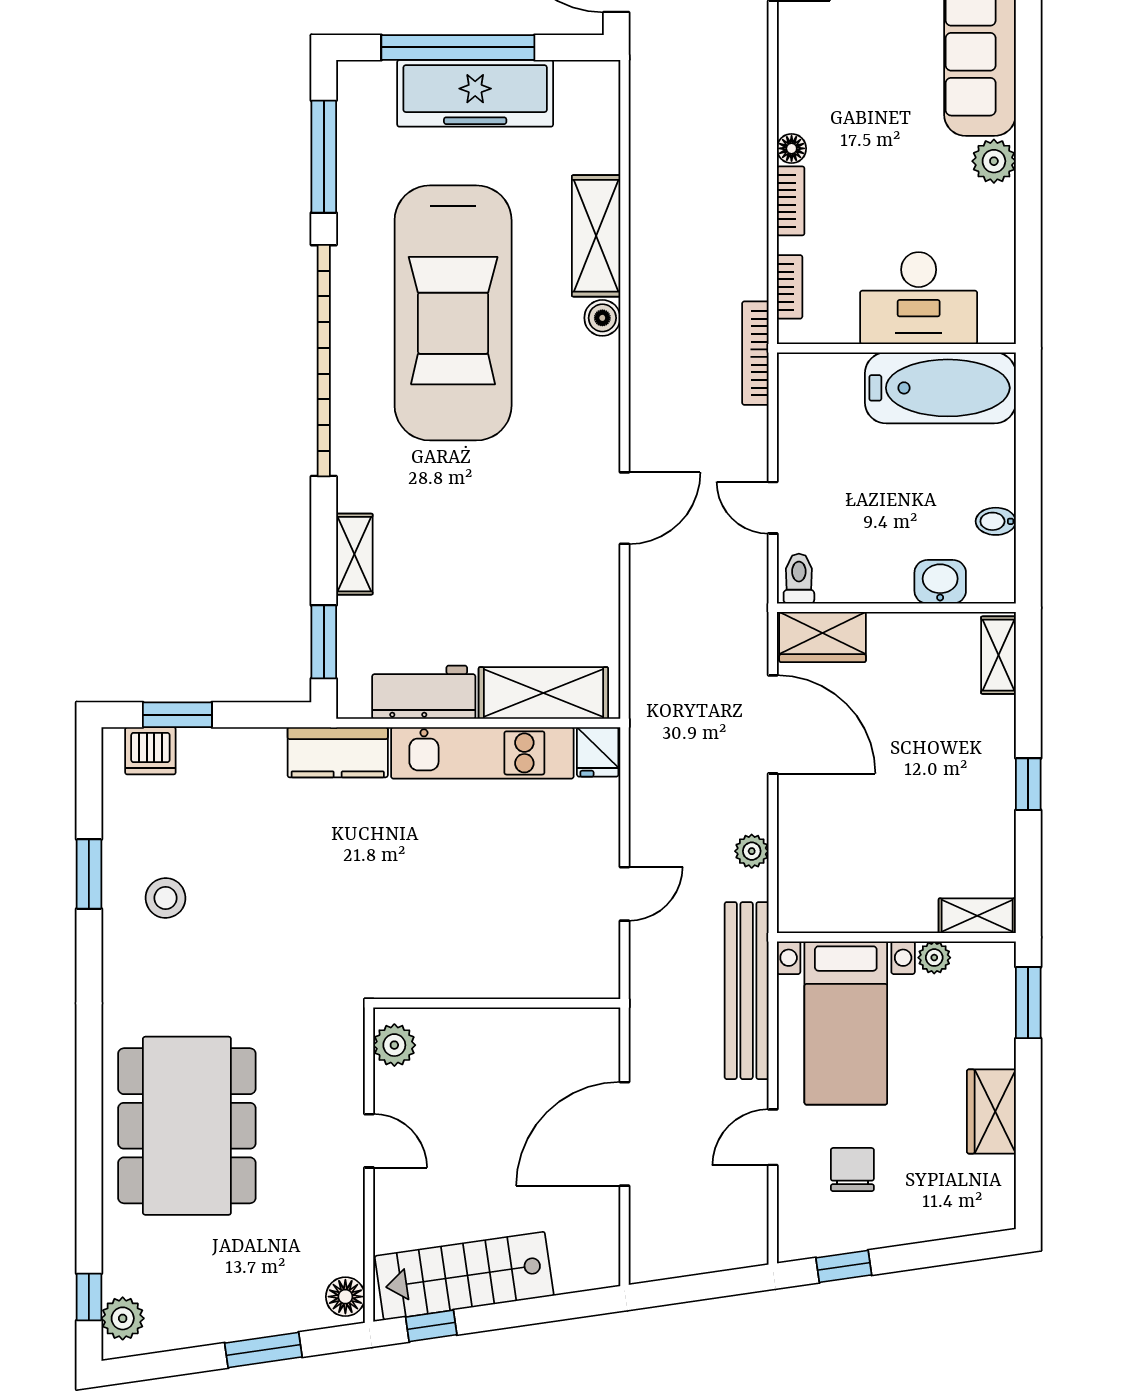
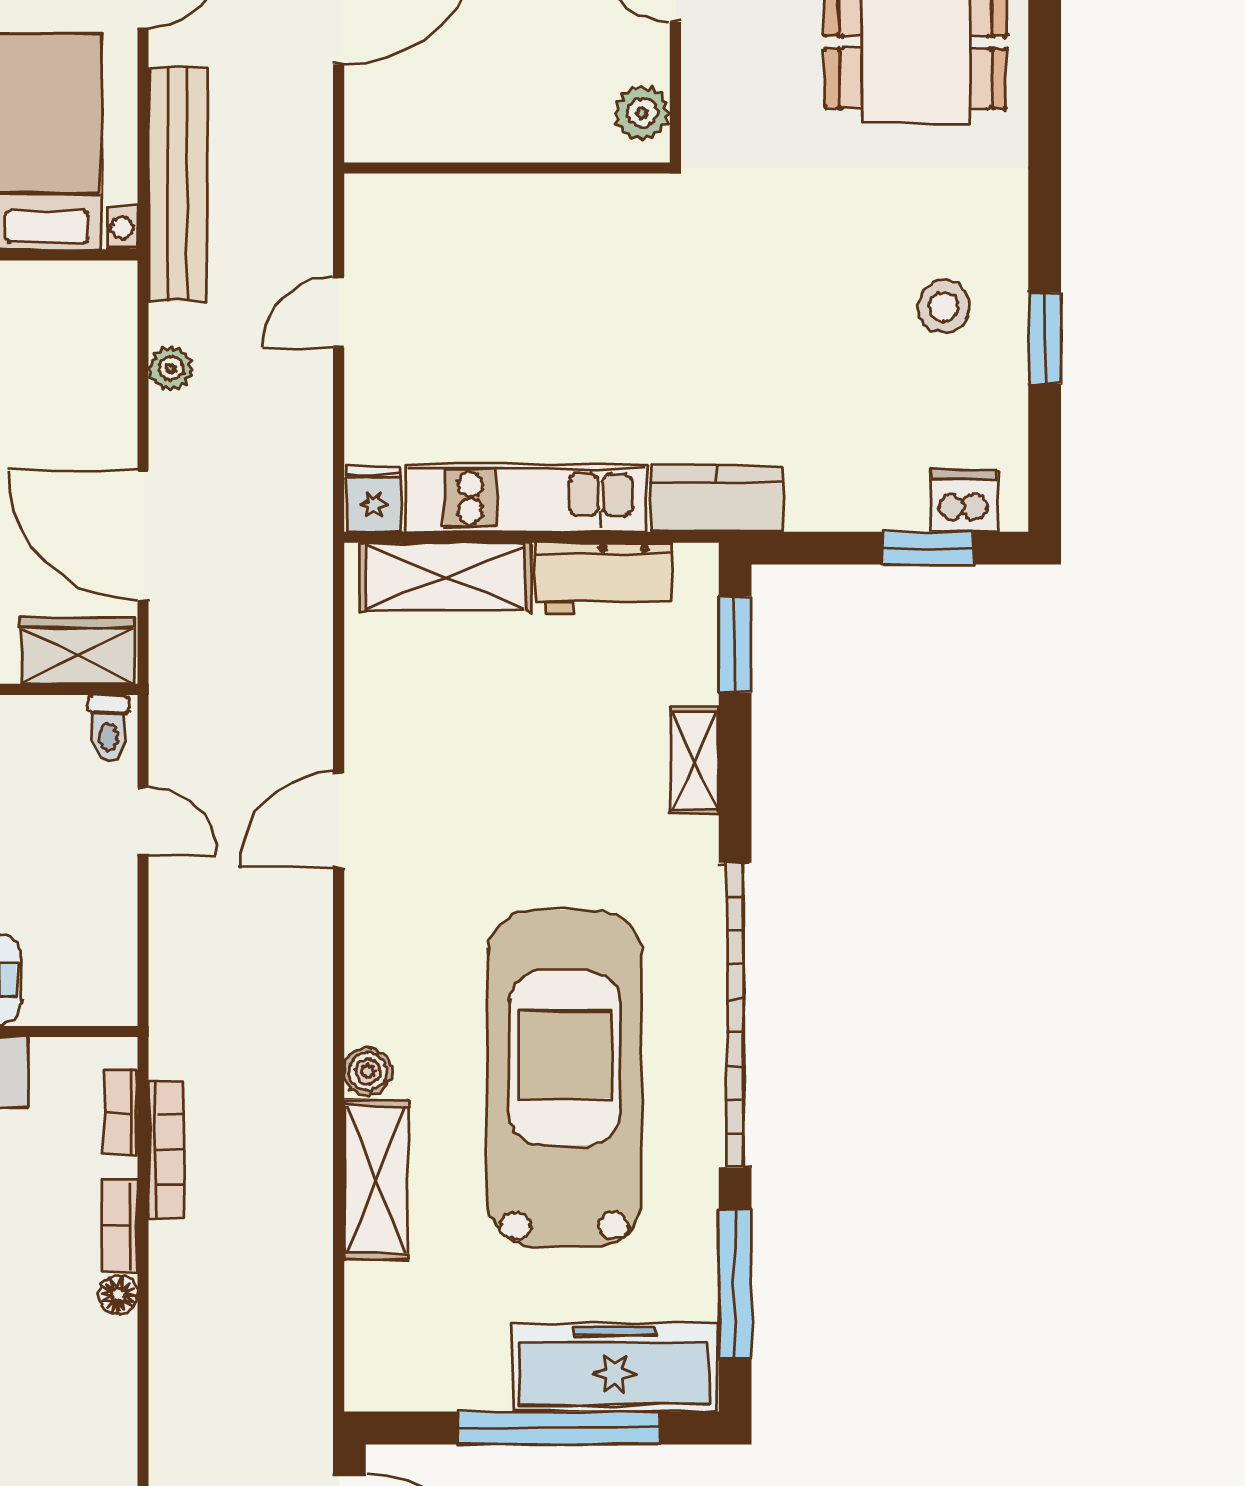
freezer: (475, 93) -> (614, 1368), moved
bookcase: (755, 353) -> (166, 1150), moved

